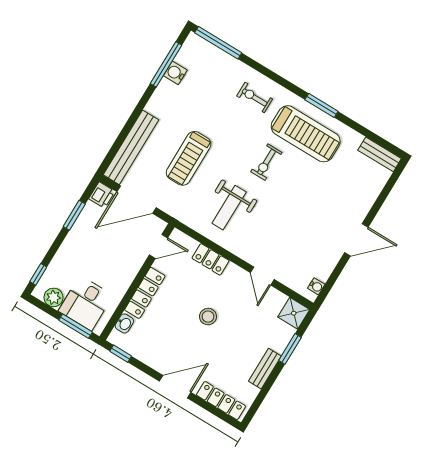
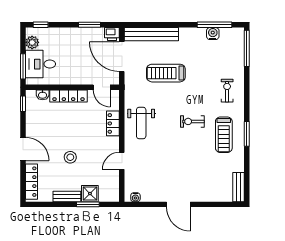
treadmill: (306, 134) -> (224, 135), width x0.73, depth x0.73
weight bench: (229, 208) -> (141, 123), moved, turned -90
shower: (294, 313) -> (90, 194), moved
stool: (208, 317) -> (70, 157), moved

